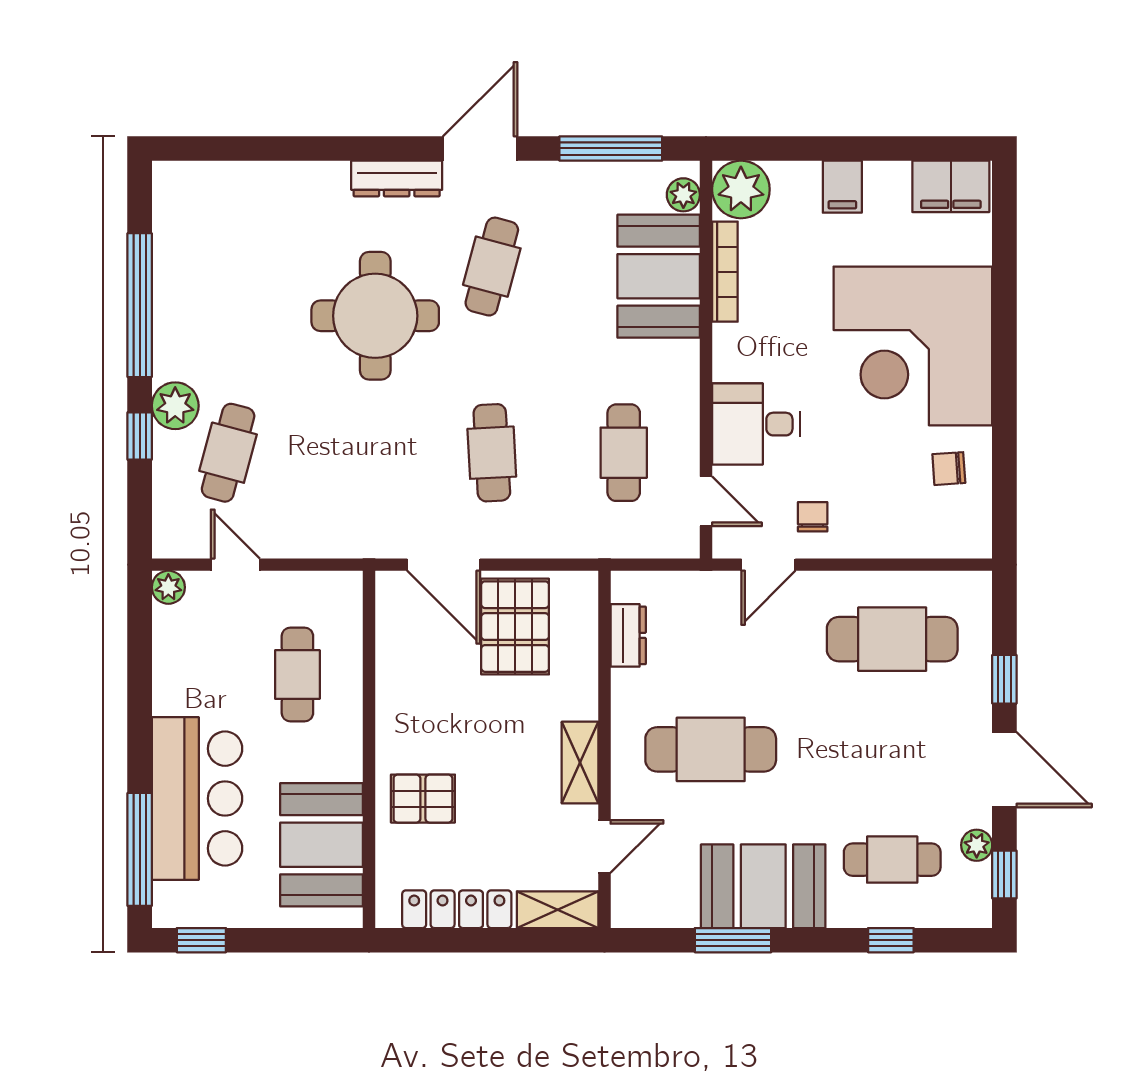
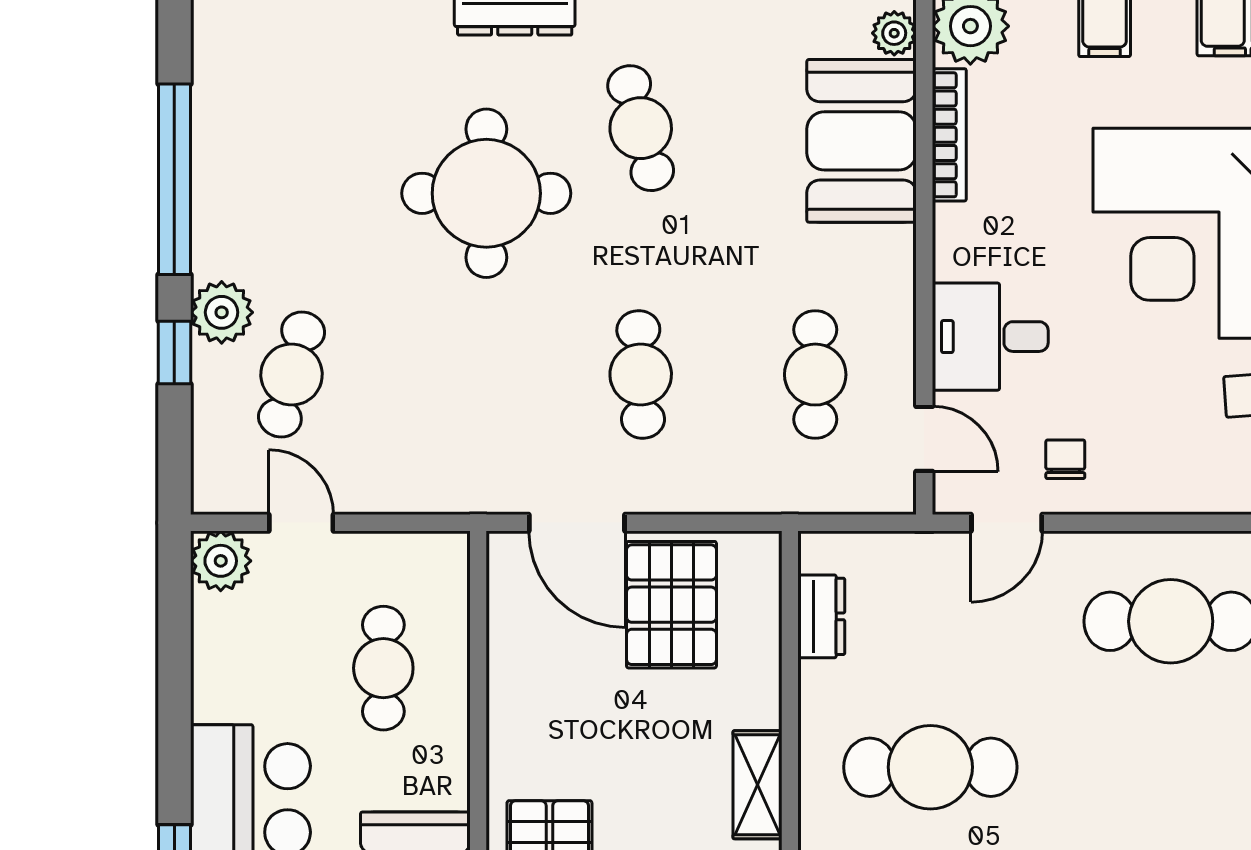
cafe table: (492, 267) -> (641, 128), turned -30
plant: (168, 587) -> (221, 561), width x1.38, depth x1.38

